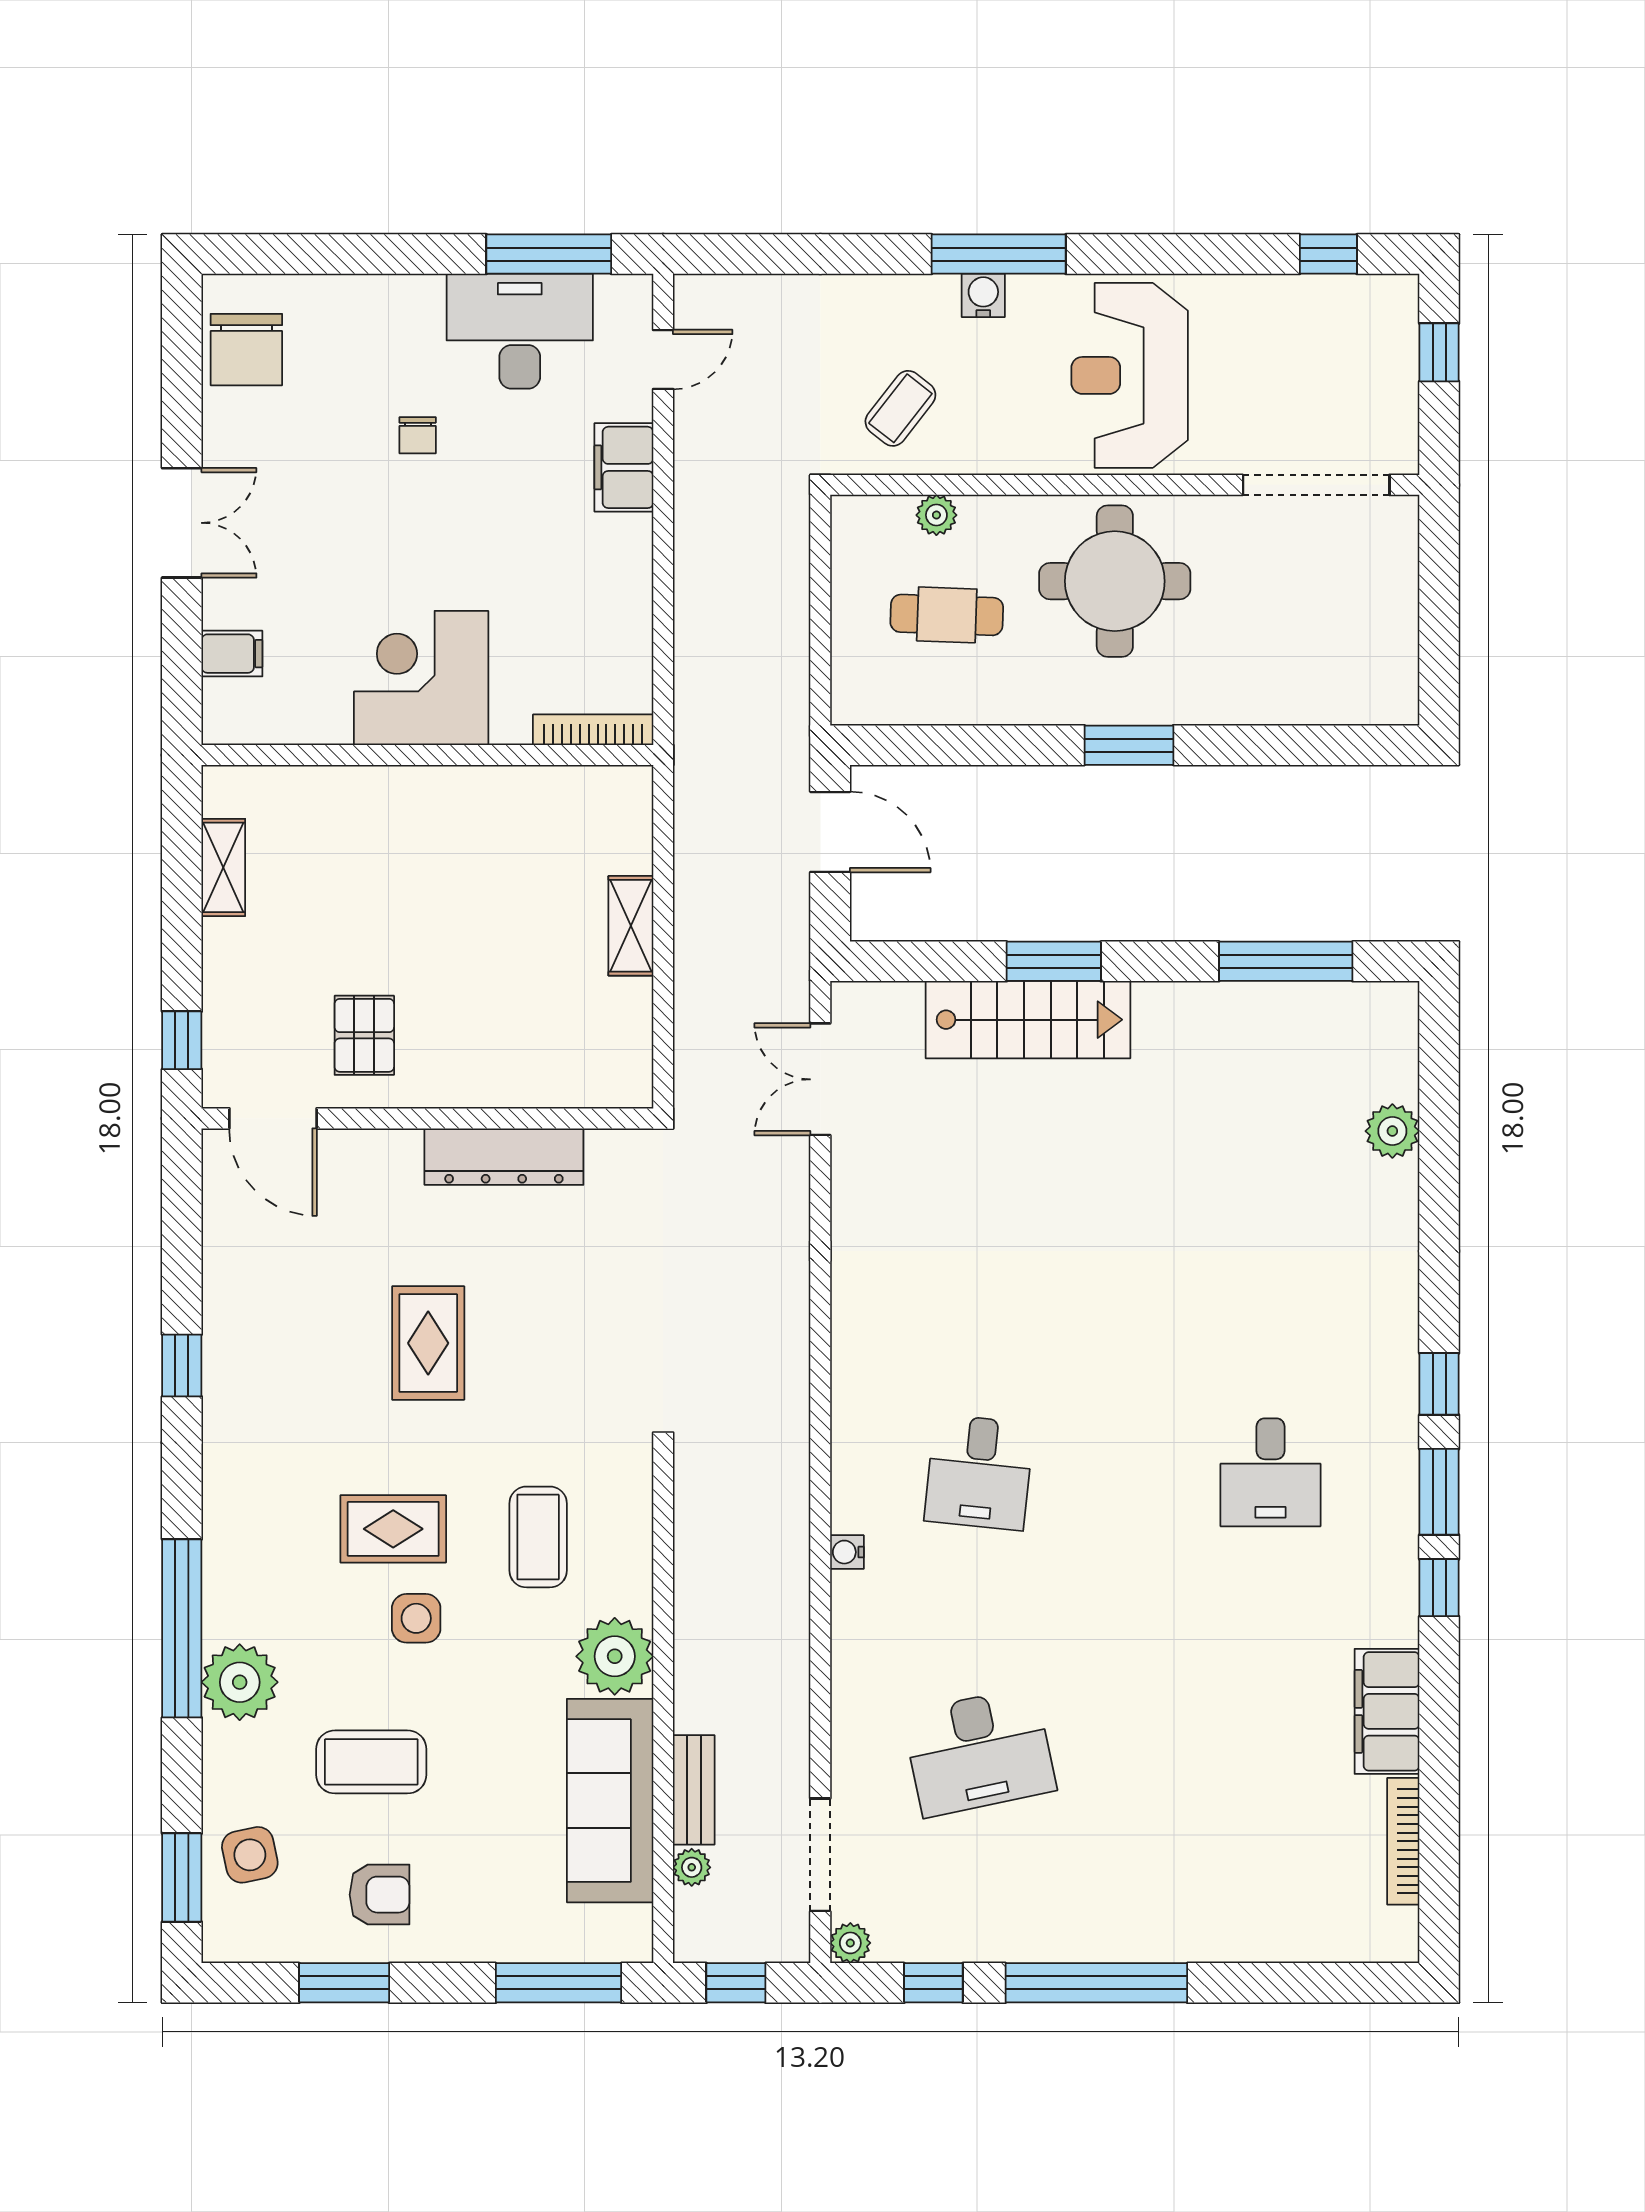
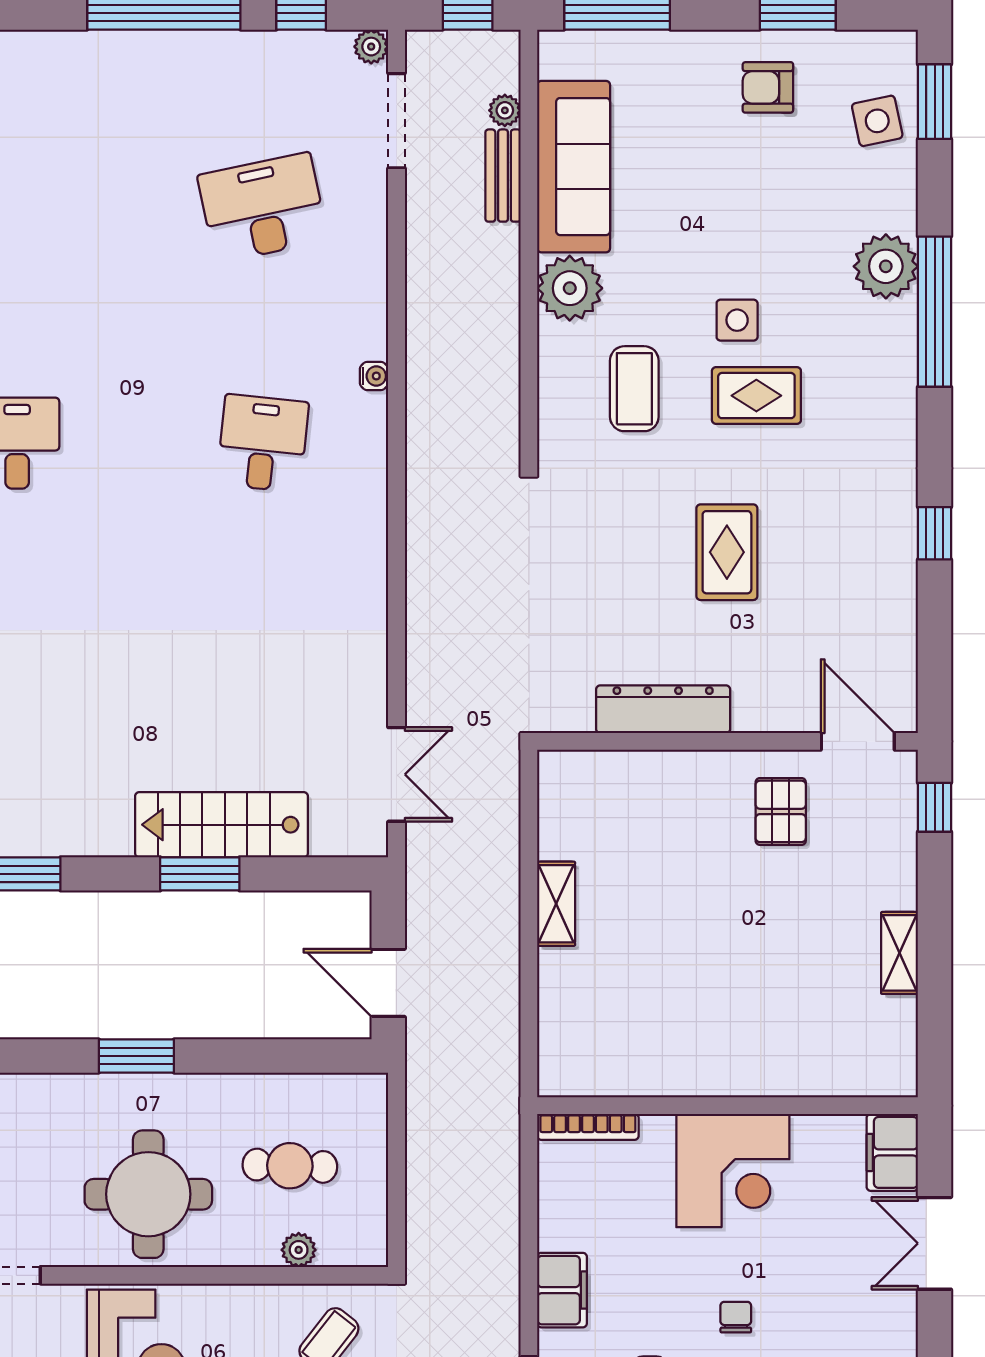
filing cabinet: (232, 654) -> (892, 1152), width x2.00
corner desk: (421, 678) -> (733, 1171), moved
bookcase: (593, 730) -> (588, 1127), moved
wall: (427, 755) -> (728, 1106), moved
coffee table: (371, 1762) -> (775, 199), removed

